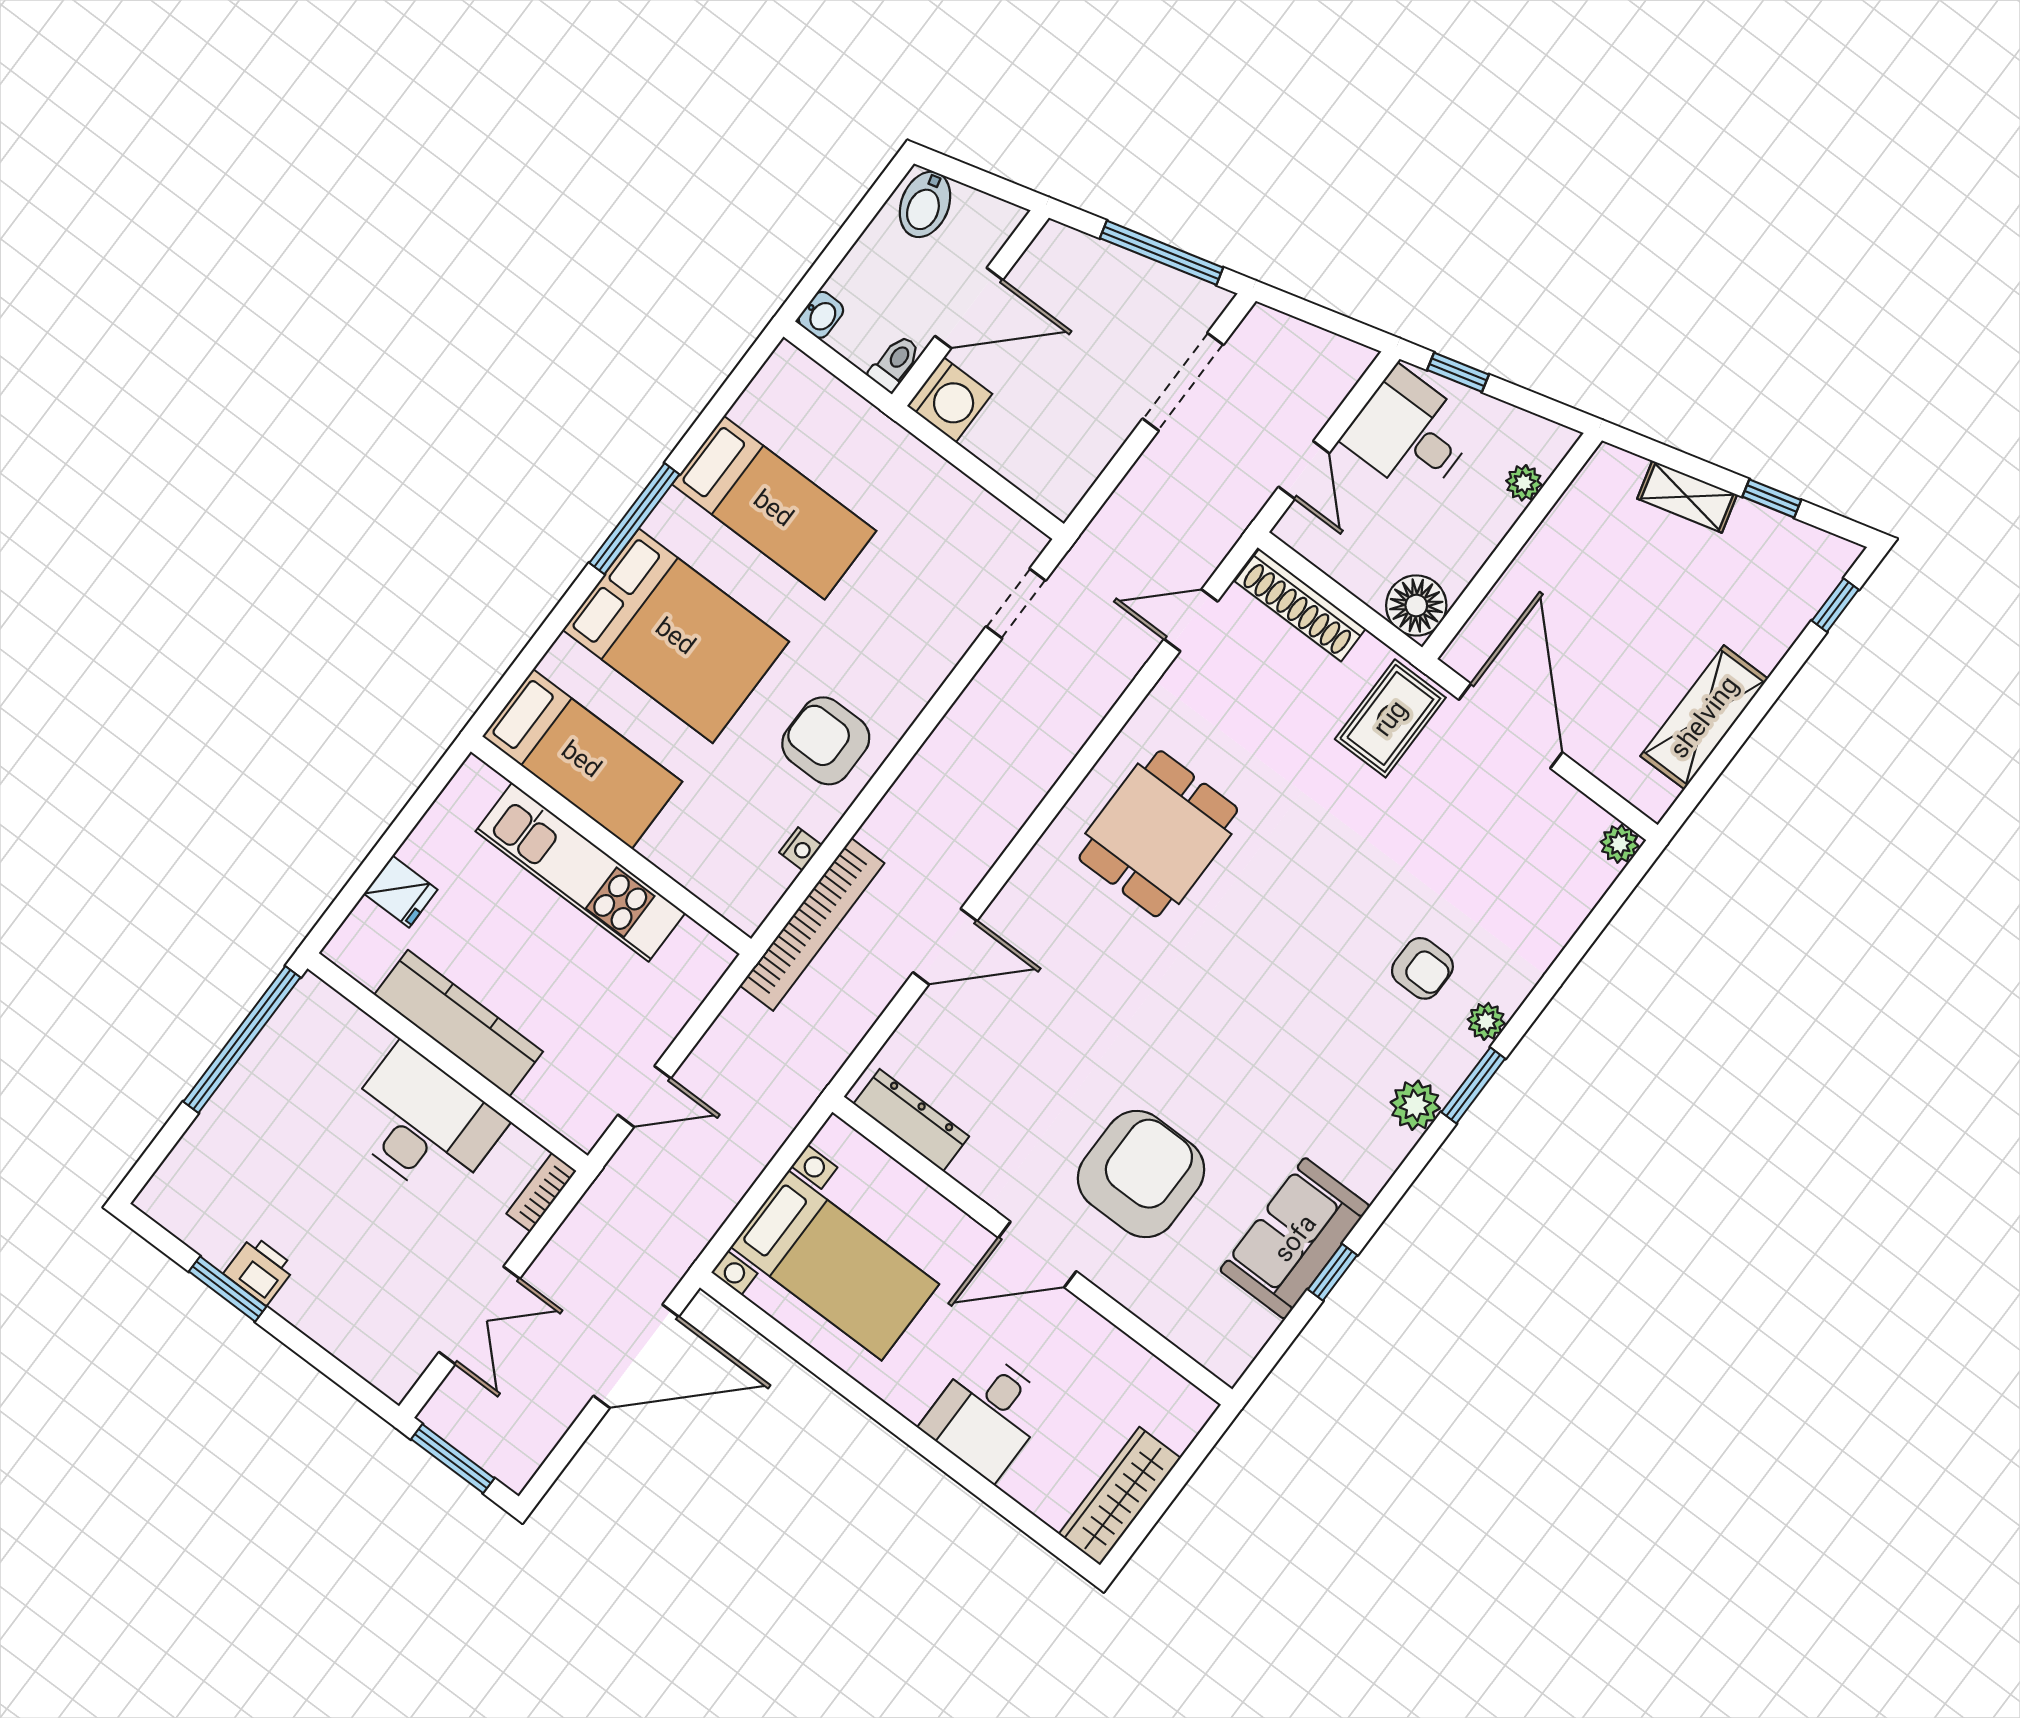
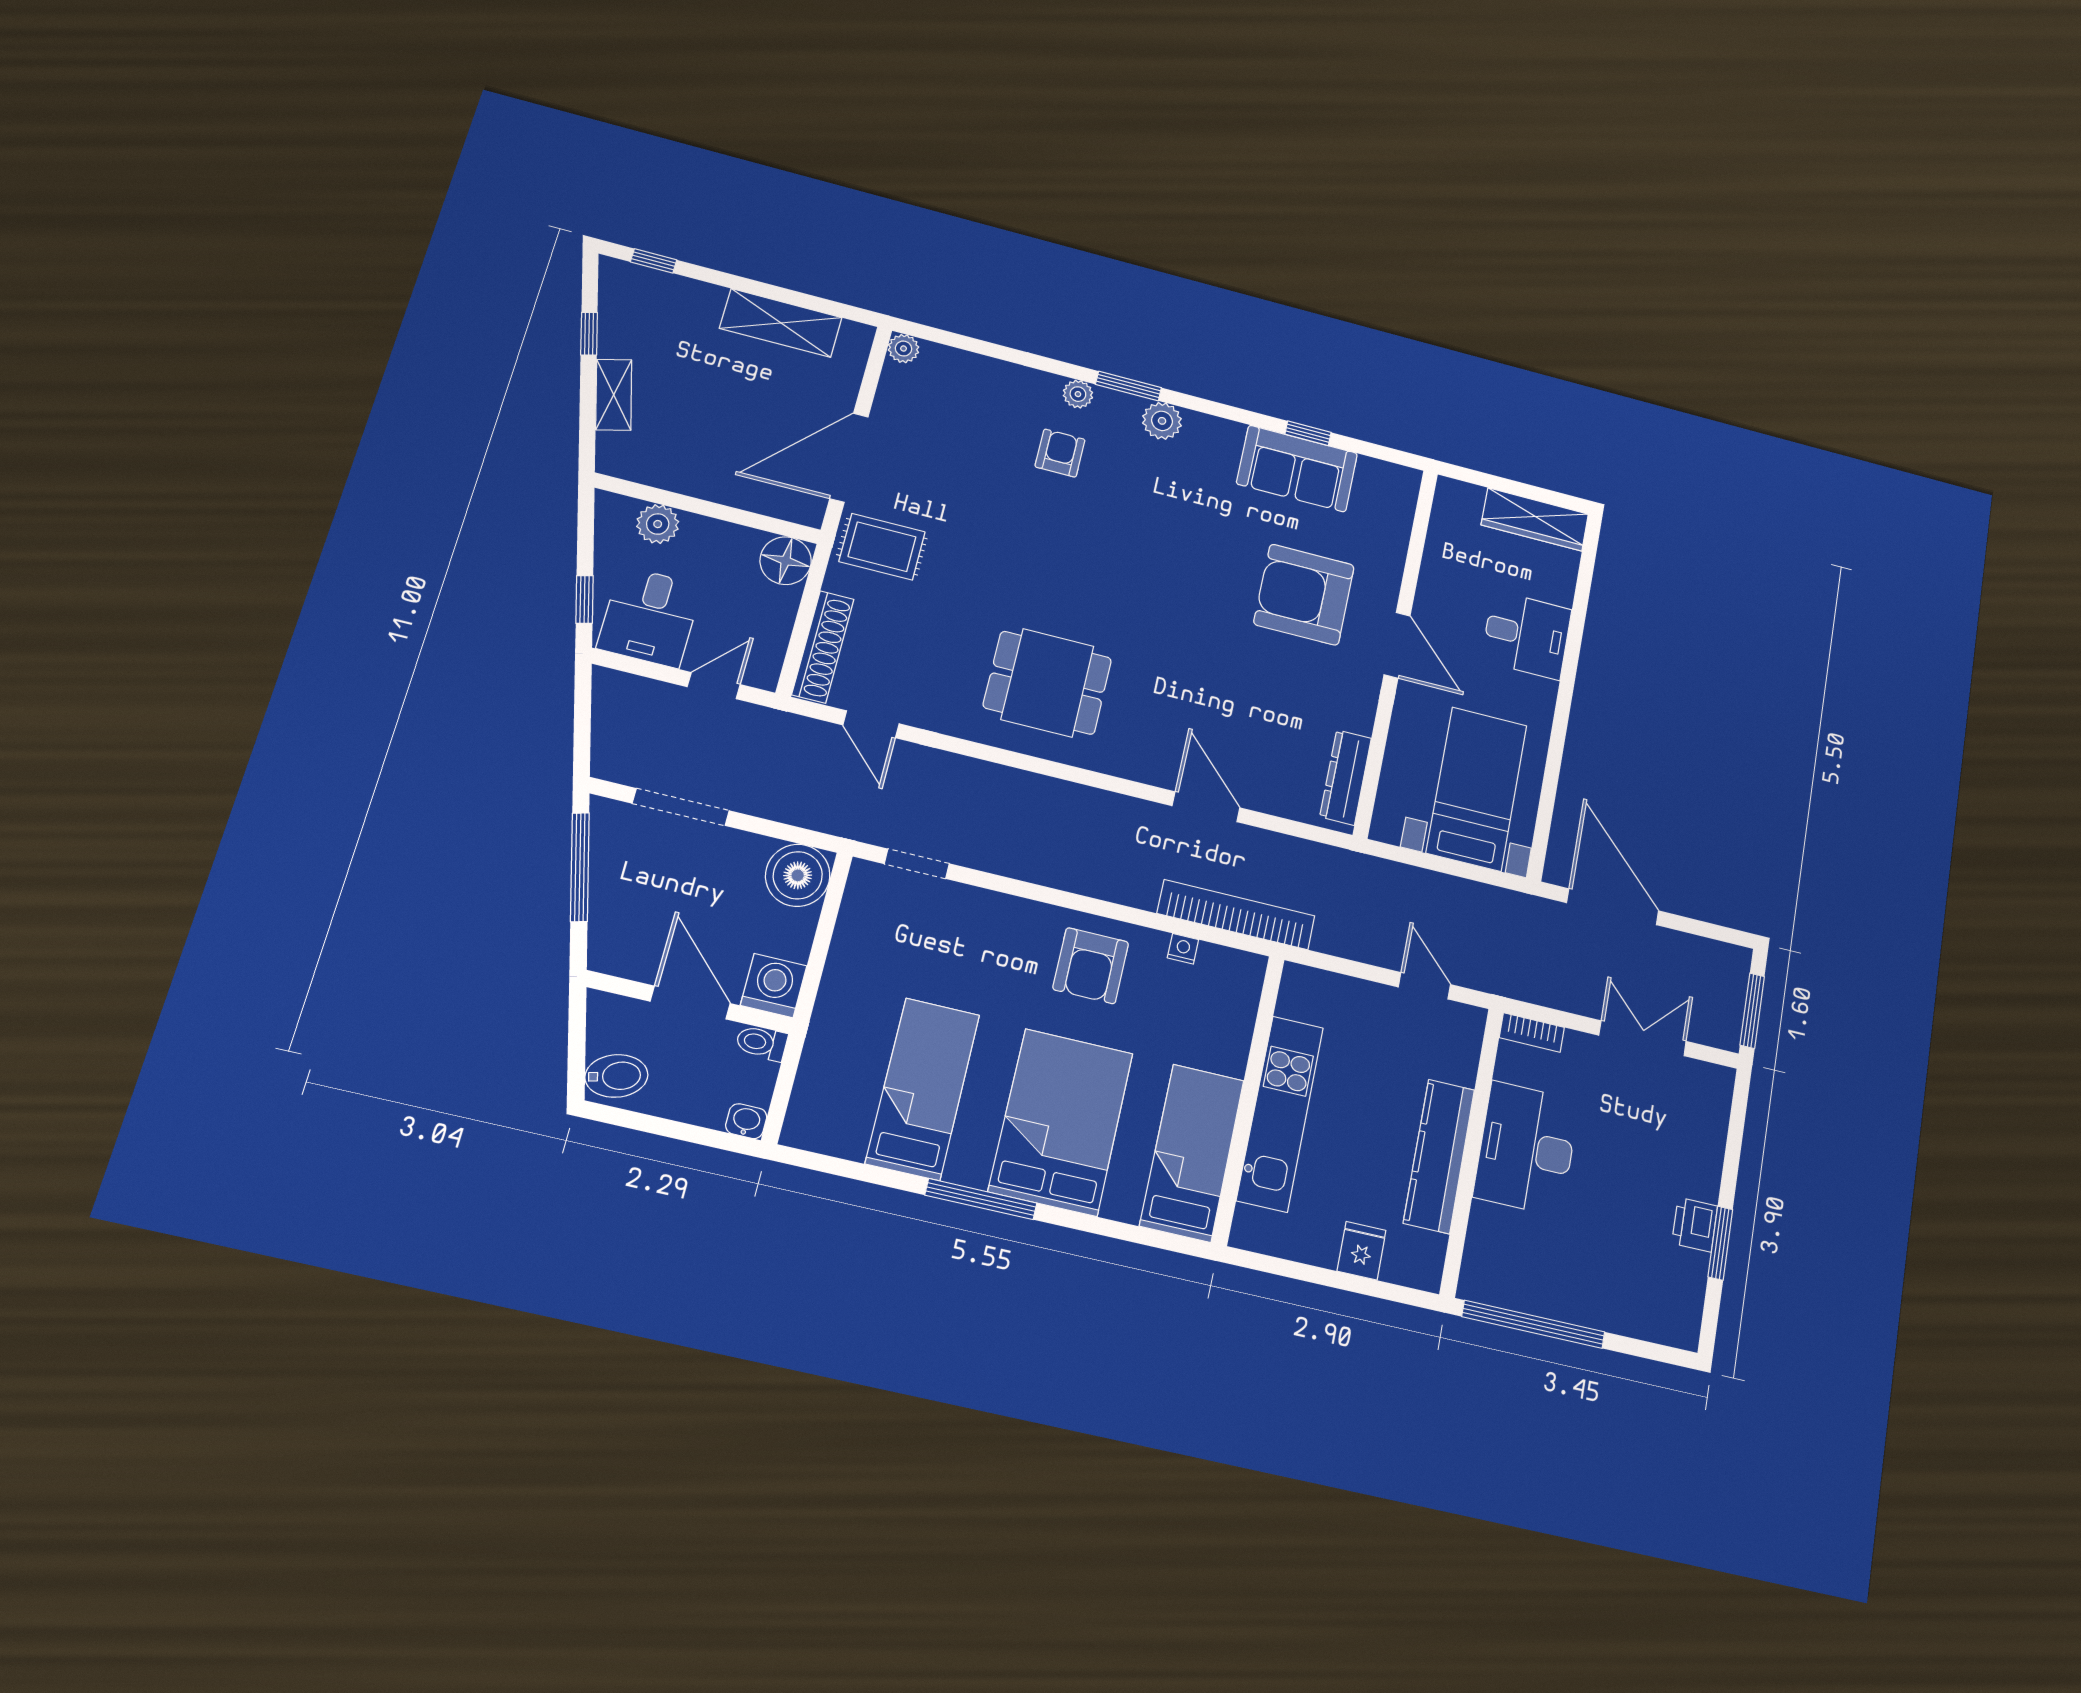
boiler: (1057, 473) -> (798, 875), added
plant: (1524, 483) -> (658, 524), width x1.38, depth x1.38

